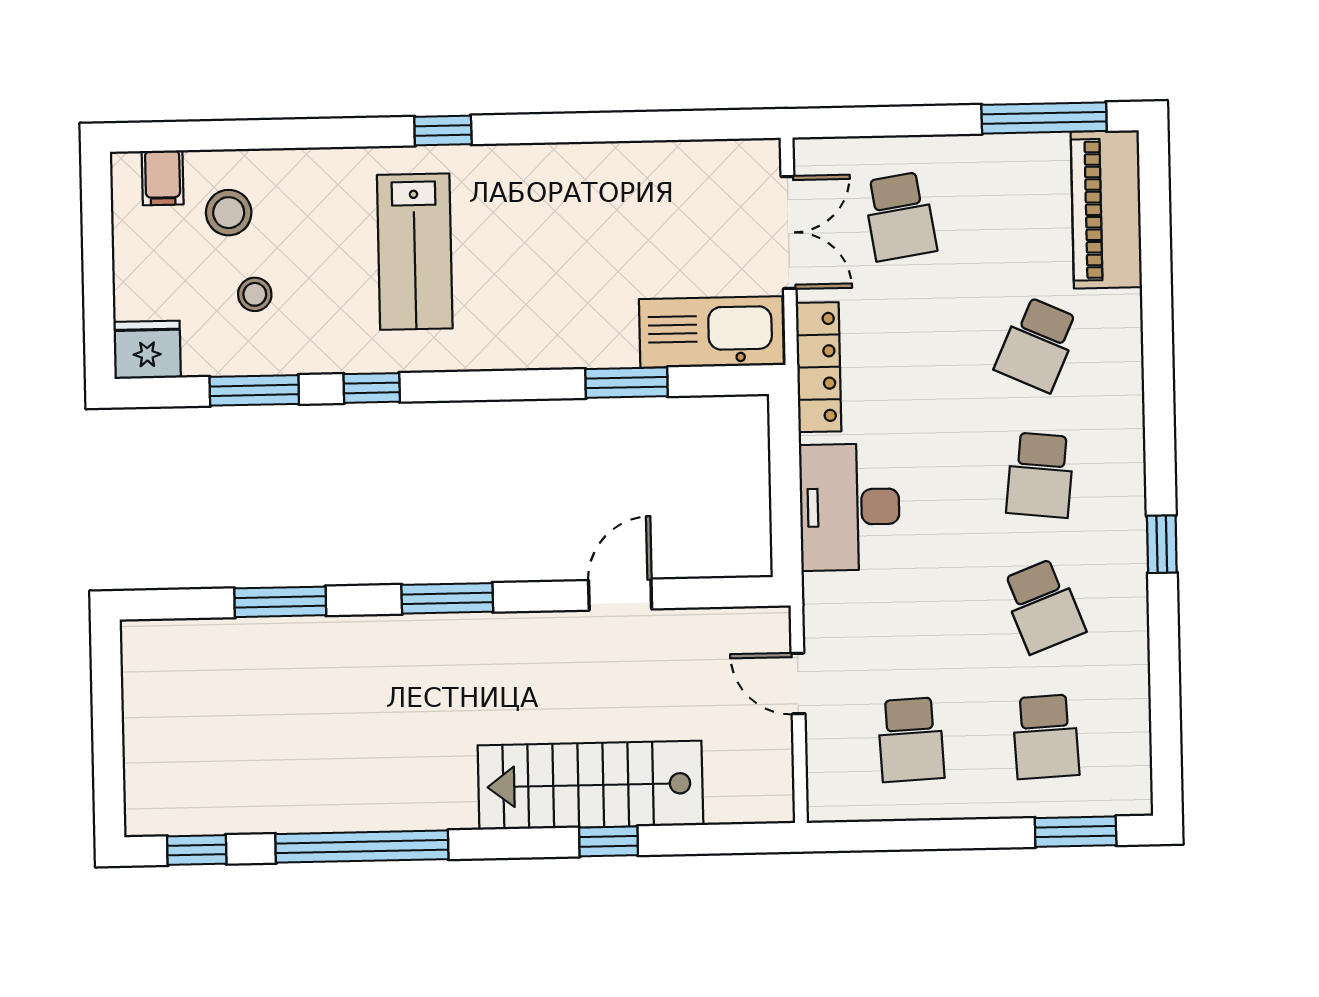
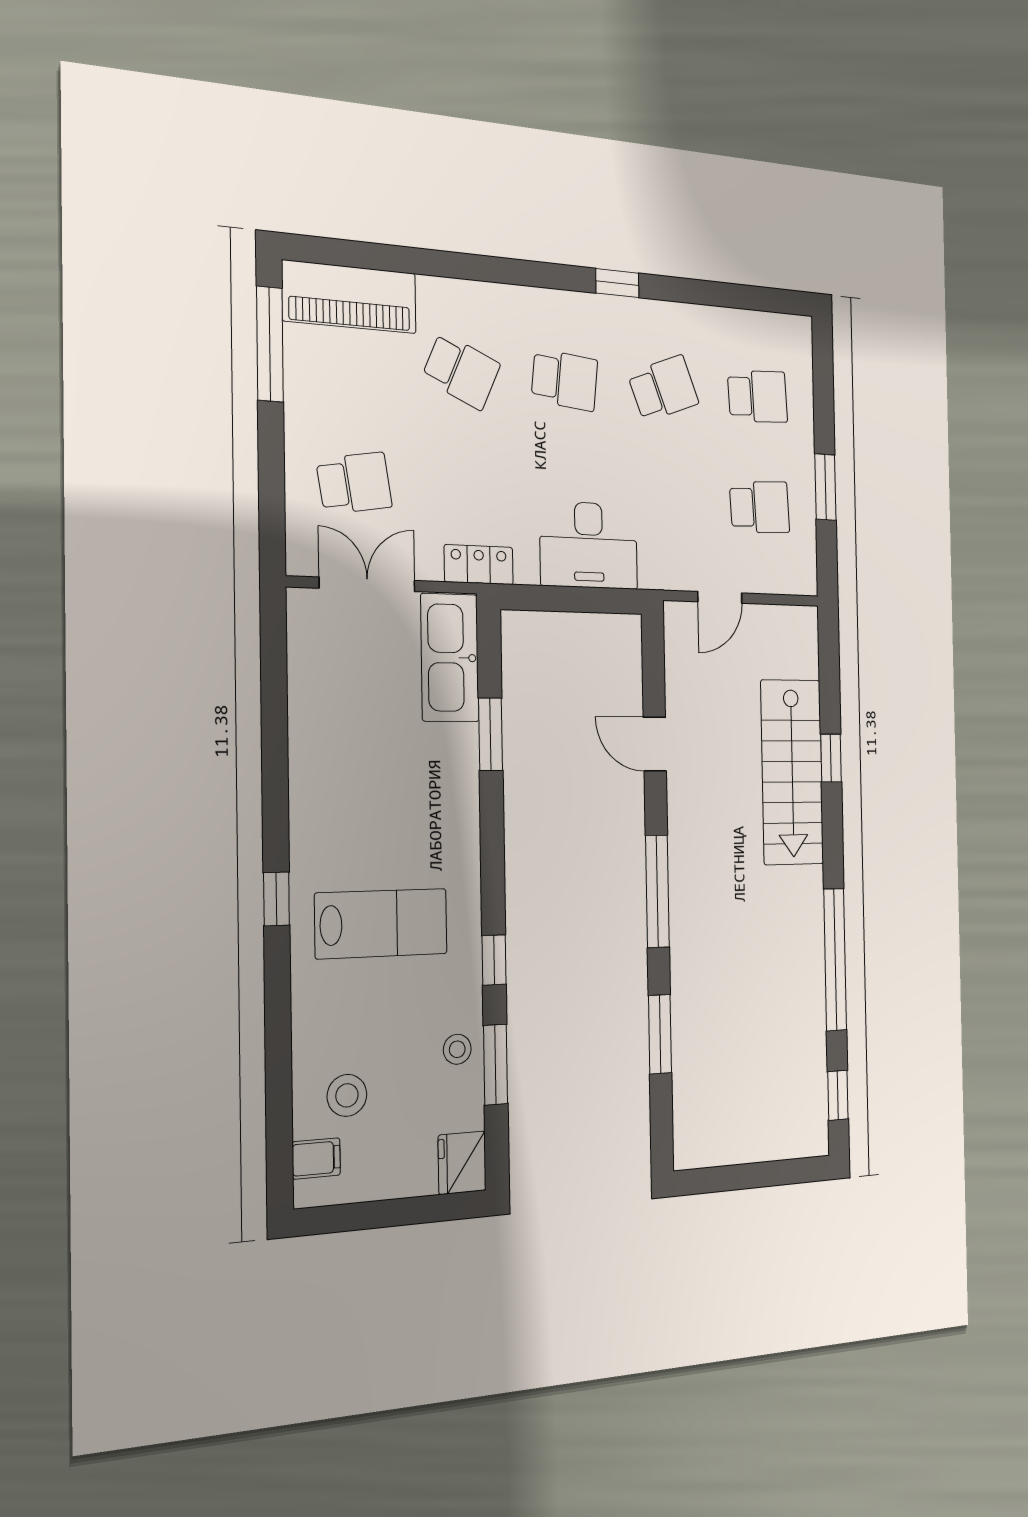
stool: (255, 294) -> (457, 1049), moved
locker: (819, 367) -> (479, 565), width x0.66
window: (447, 598) -> (657, 891), width x1.44
window: (1076, 832) -> (825, 487), moved

